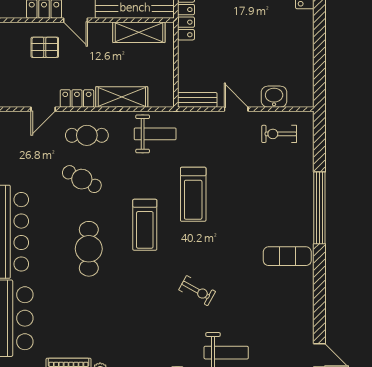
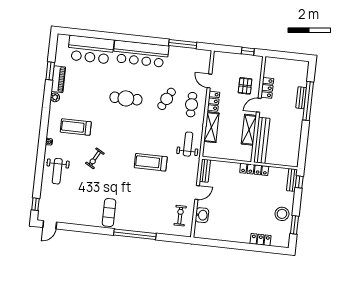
shelving: (139, 32) -> (249, 130), moved
weight bench: (155, 134) -> (188, 144), turned 180
treadmill: (145, 225) -> (76, 127), moved

